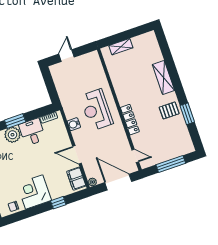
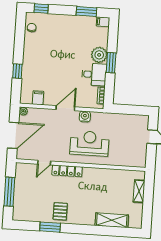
shelving: (163, 77) -> (112, 220), moved
door: (77, 155) -> (65, 108), moved
door: (135, 156) -> (44, 163), moved
filing cabinet: (76, 179) -> (38, 98), width x0.50
corner desk: (34, 192) -> (37, 53), removed

